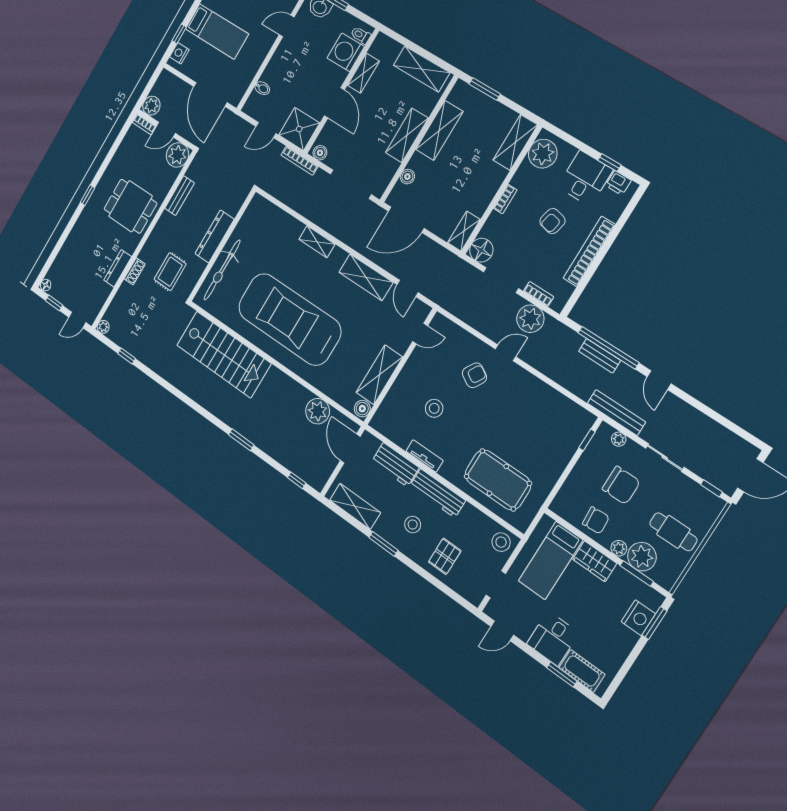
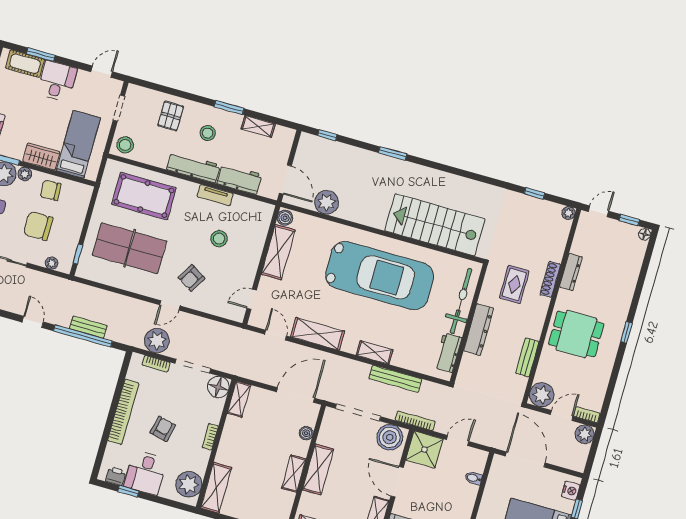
shelving: (439, 130) -> (294, 474), width x0.67, depth x0.75
boiler: (320, 153) -> (390, 437), width x1.86, depth x1.86
workbench: (249, 221) -> (448, 353), added
shoe rack: (135, 271) -> (550, 279), width x1.43
bench: (616, 413) -> (395, 379), moved
table tennis table: (530, 428) -> (129, 248), added
shelving: (355, 506) -> (258, 126), width x0.67, depth x0.75

